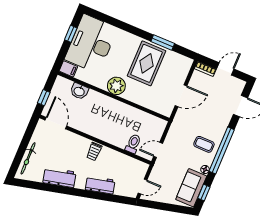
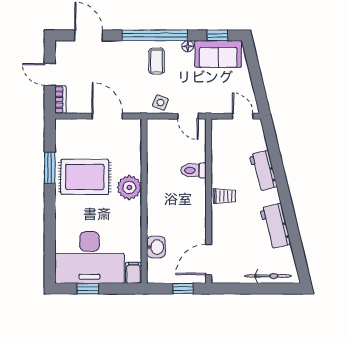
plant: (116, 86) -> (129, 187), moved
side table: (175, 135) -> (161, 103), added
toilet: (133, 144) -> (193, 170), moved

